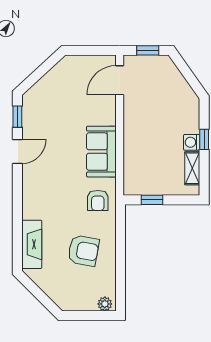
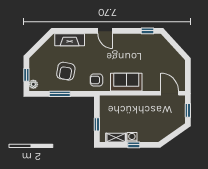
door: (17, 151) -> (105, 31), moved
window: (152, 200) -> (97, 124), moved
window: (121, 261) -> (60, 94), added
window: (89, 315) -> (26, 75), added

